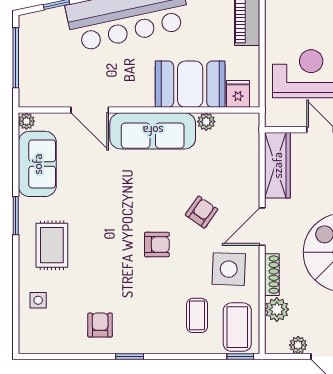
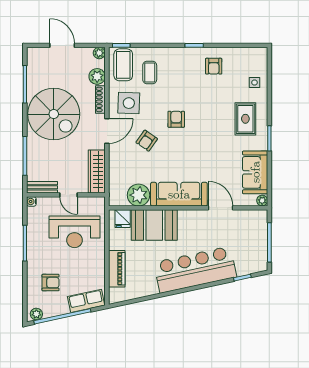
plant: (206, 122) -> (139, 195), width x1.88, depth x1.88
armchair: (157, 245) -> (176, 119), turned 90
plant: (298, 345) -> (99, 53), moved

